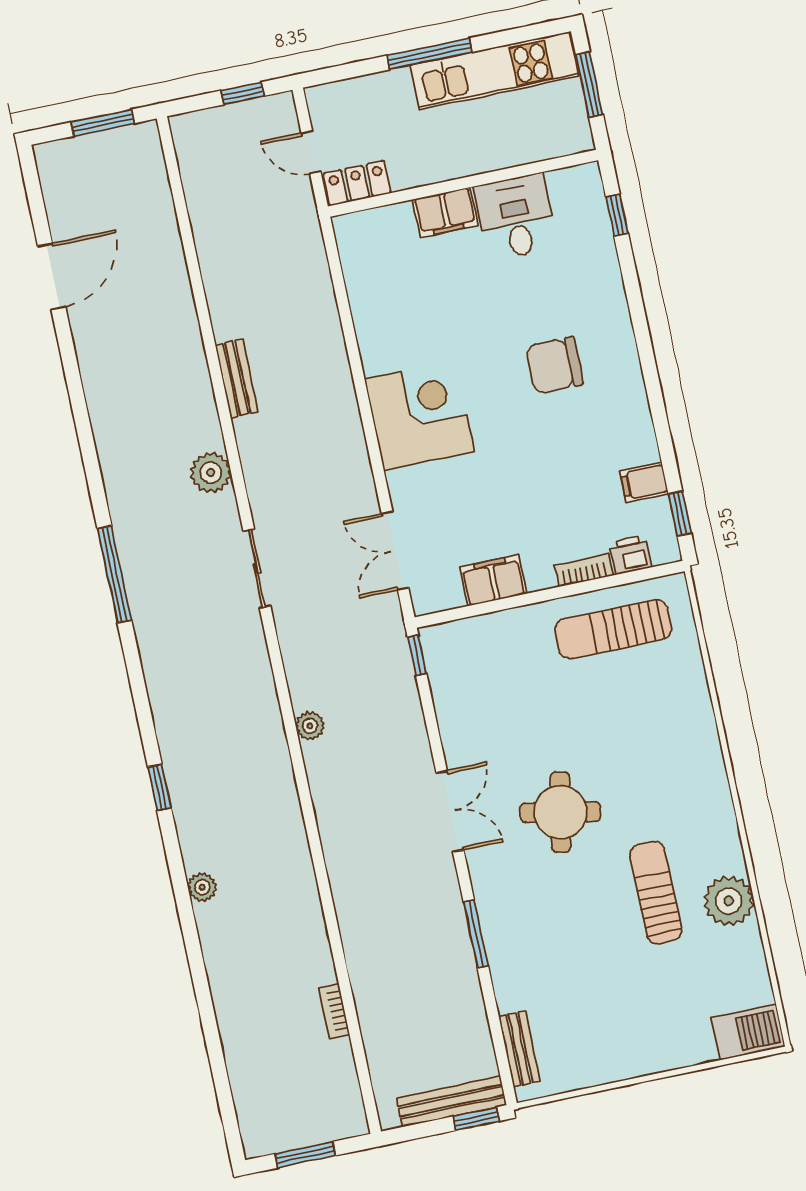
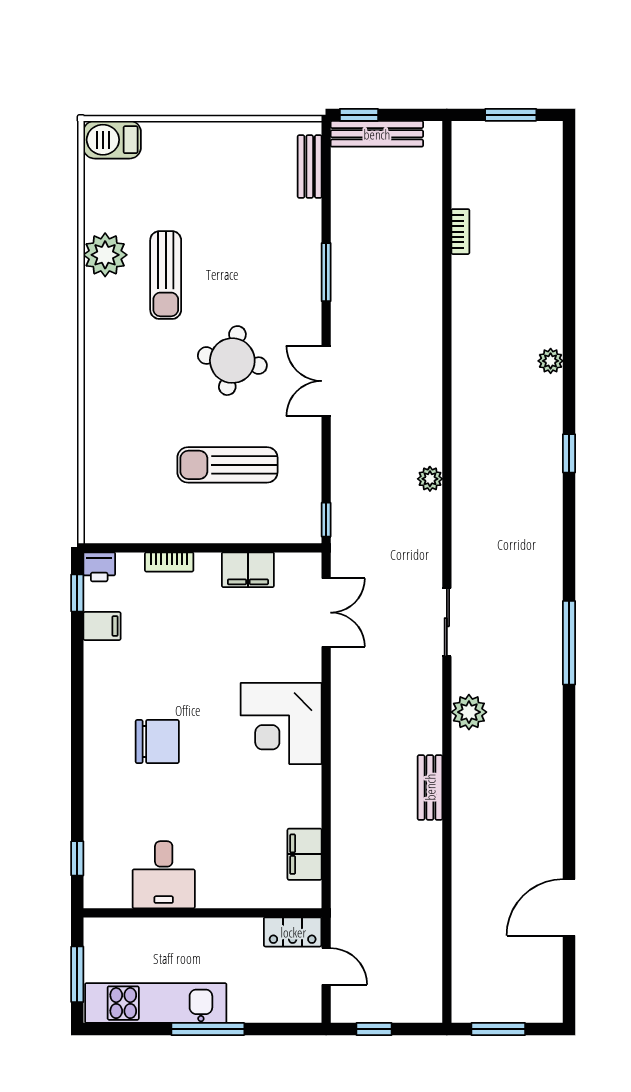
filing cabinet: (445, 212) -> (305, 854), moved, turned -90
printer: (630, 555) -> (99, 567), moved
sun lounger: (613, 629) -> (227, 465), moved, turned 180

